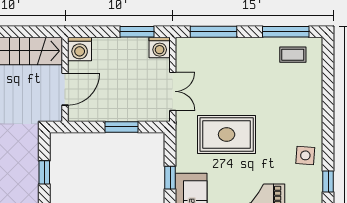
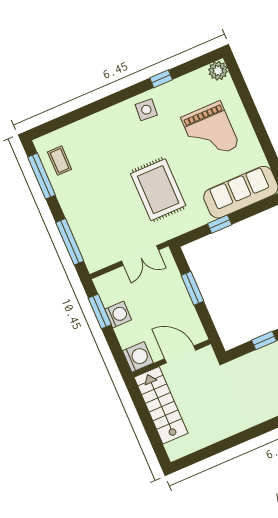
washing machine: (160, 48) -> (118, 315), moved
double door: (173, 91) -> (140, 255), swing flipped

